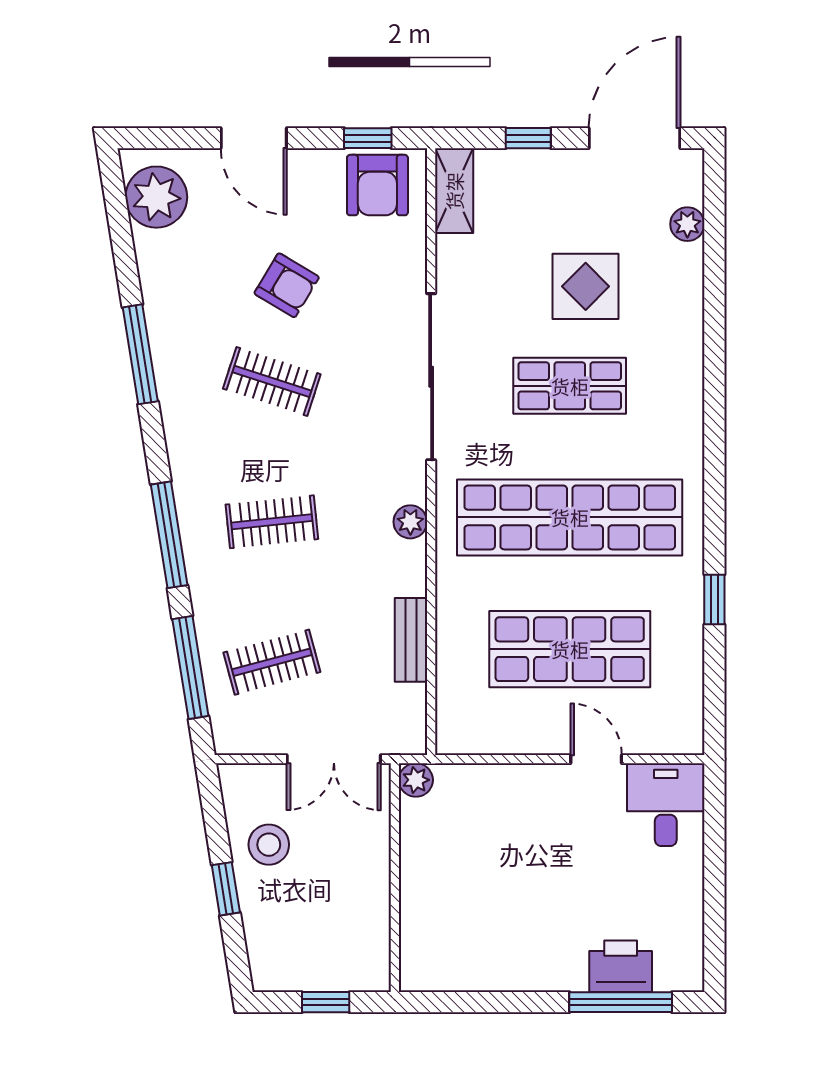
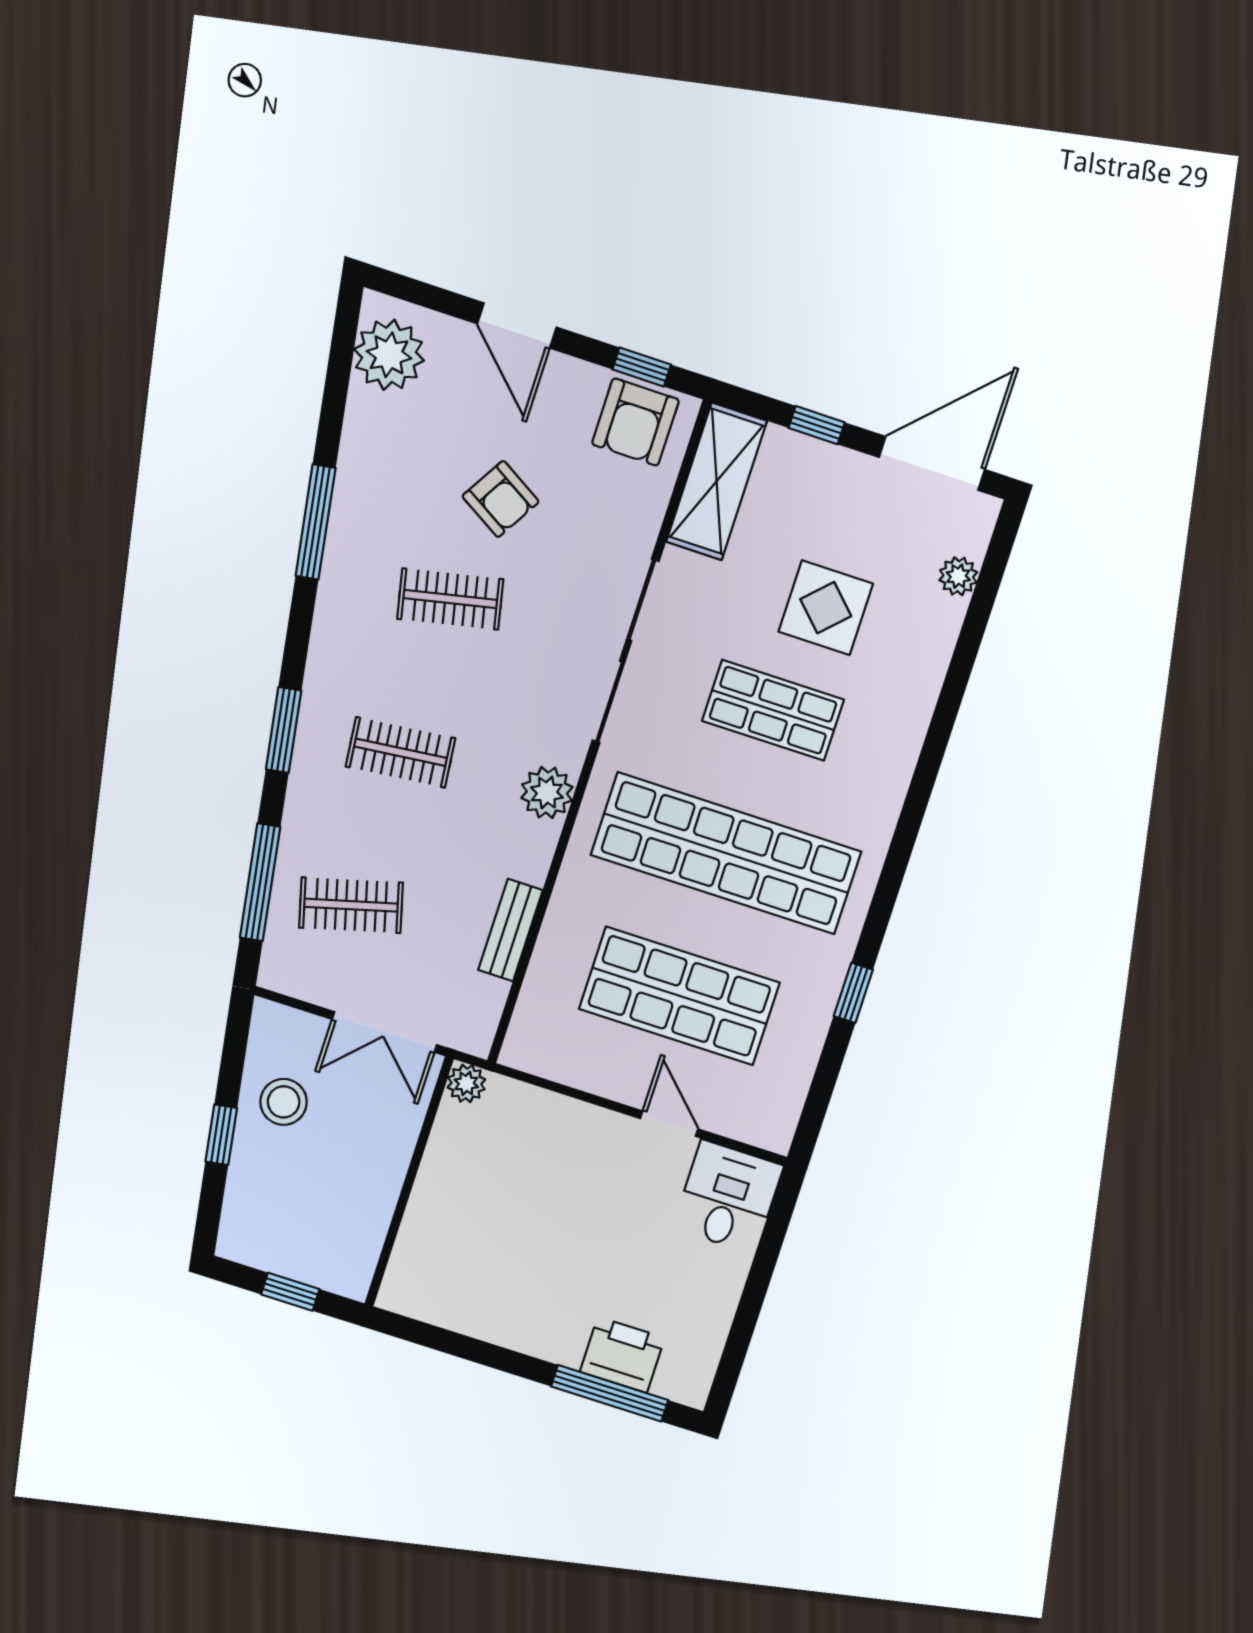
shelving: (454, 191) -> (717, 481), width x1.50, depth x1.33
clothes rail: (272, 381) -> (450, 599), turned -30
plant: (410, 522) -> (547, 793), width x1.38, depth x1.38
window: (169, 535) -> (284, 730), width x0.69

